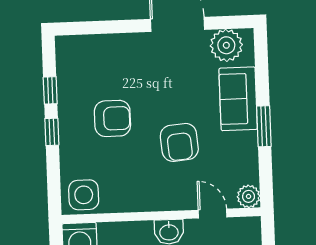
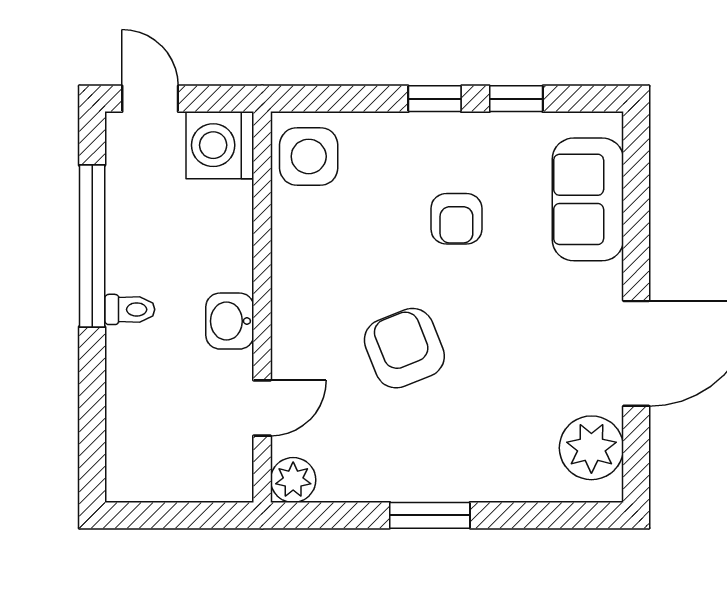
sofa: (238, 99) -> (588, 199), moved, turned -90
armchair: (112, 118) -> (456, 219), width x0.72, depth x0.72
armchair: (179, 142) -> (404, 348), turned 73

